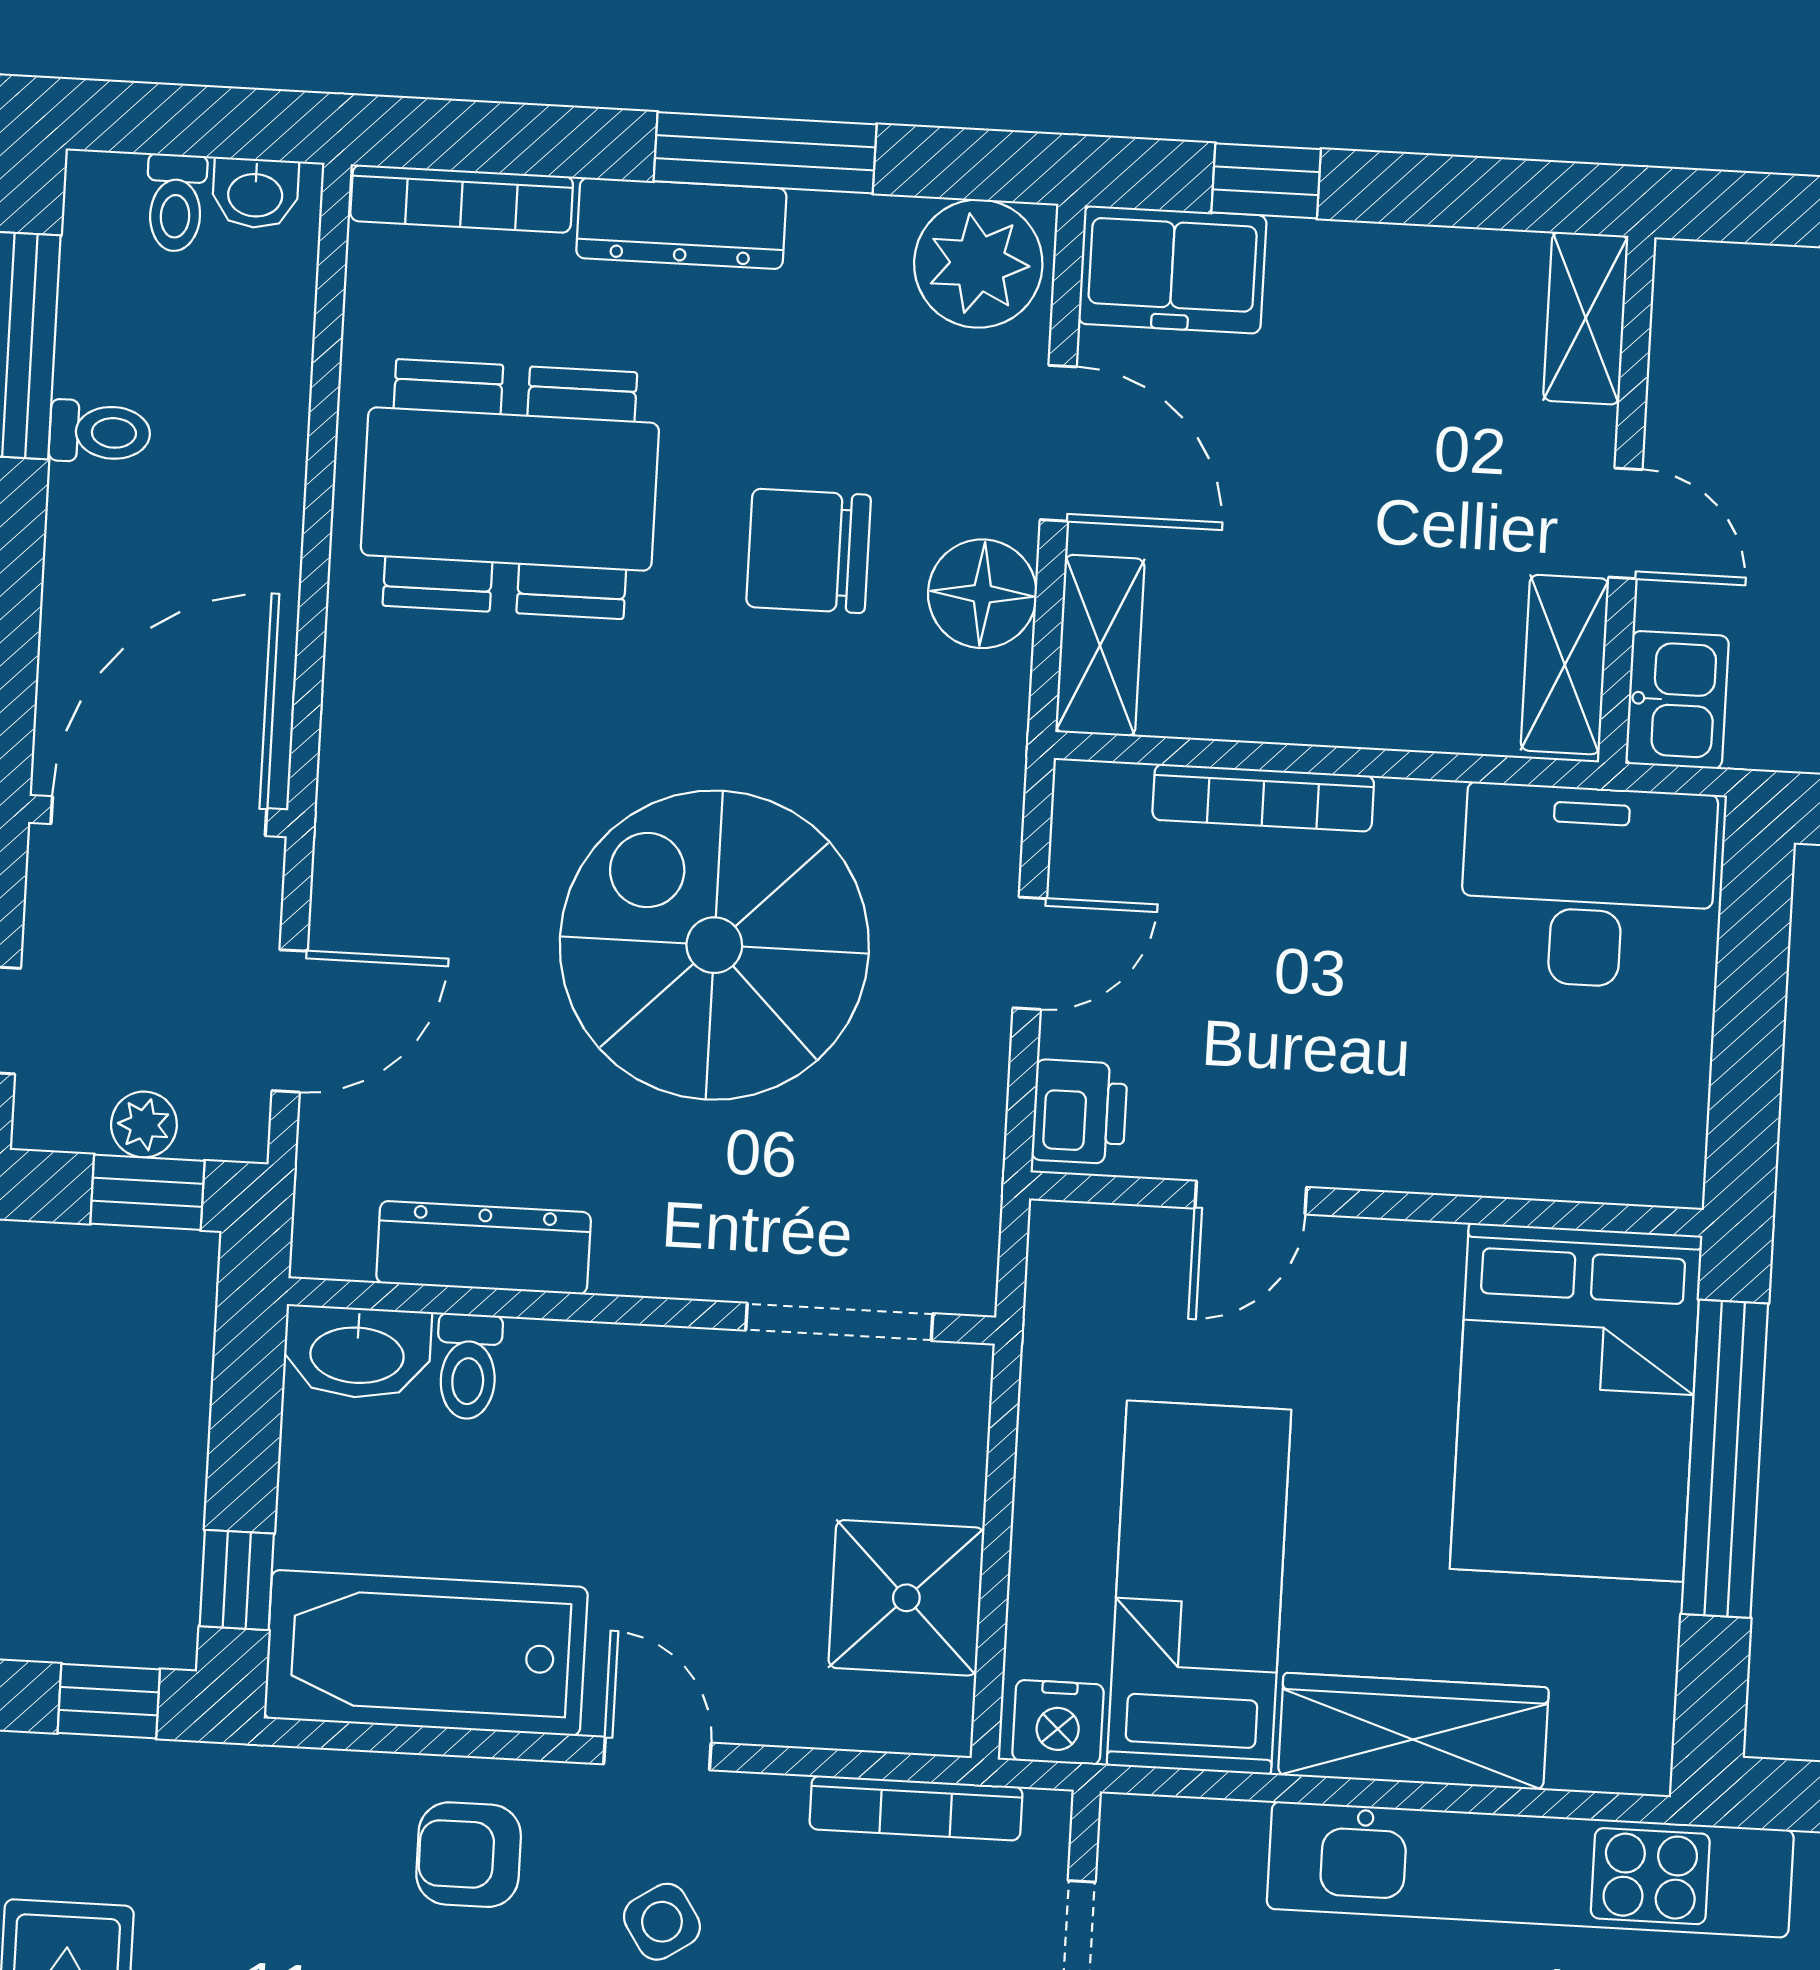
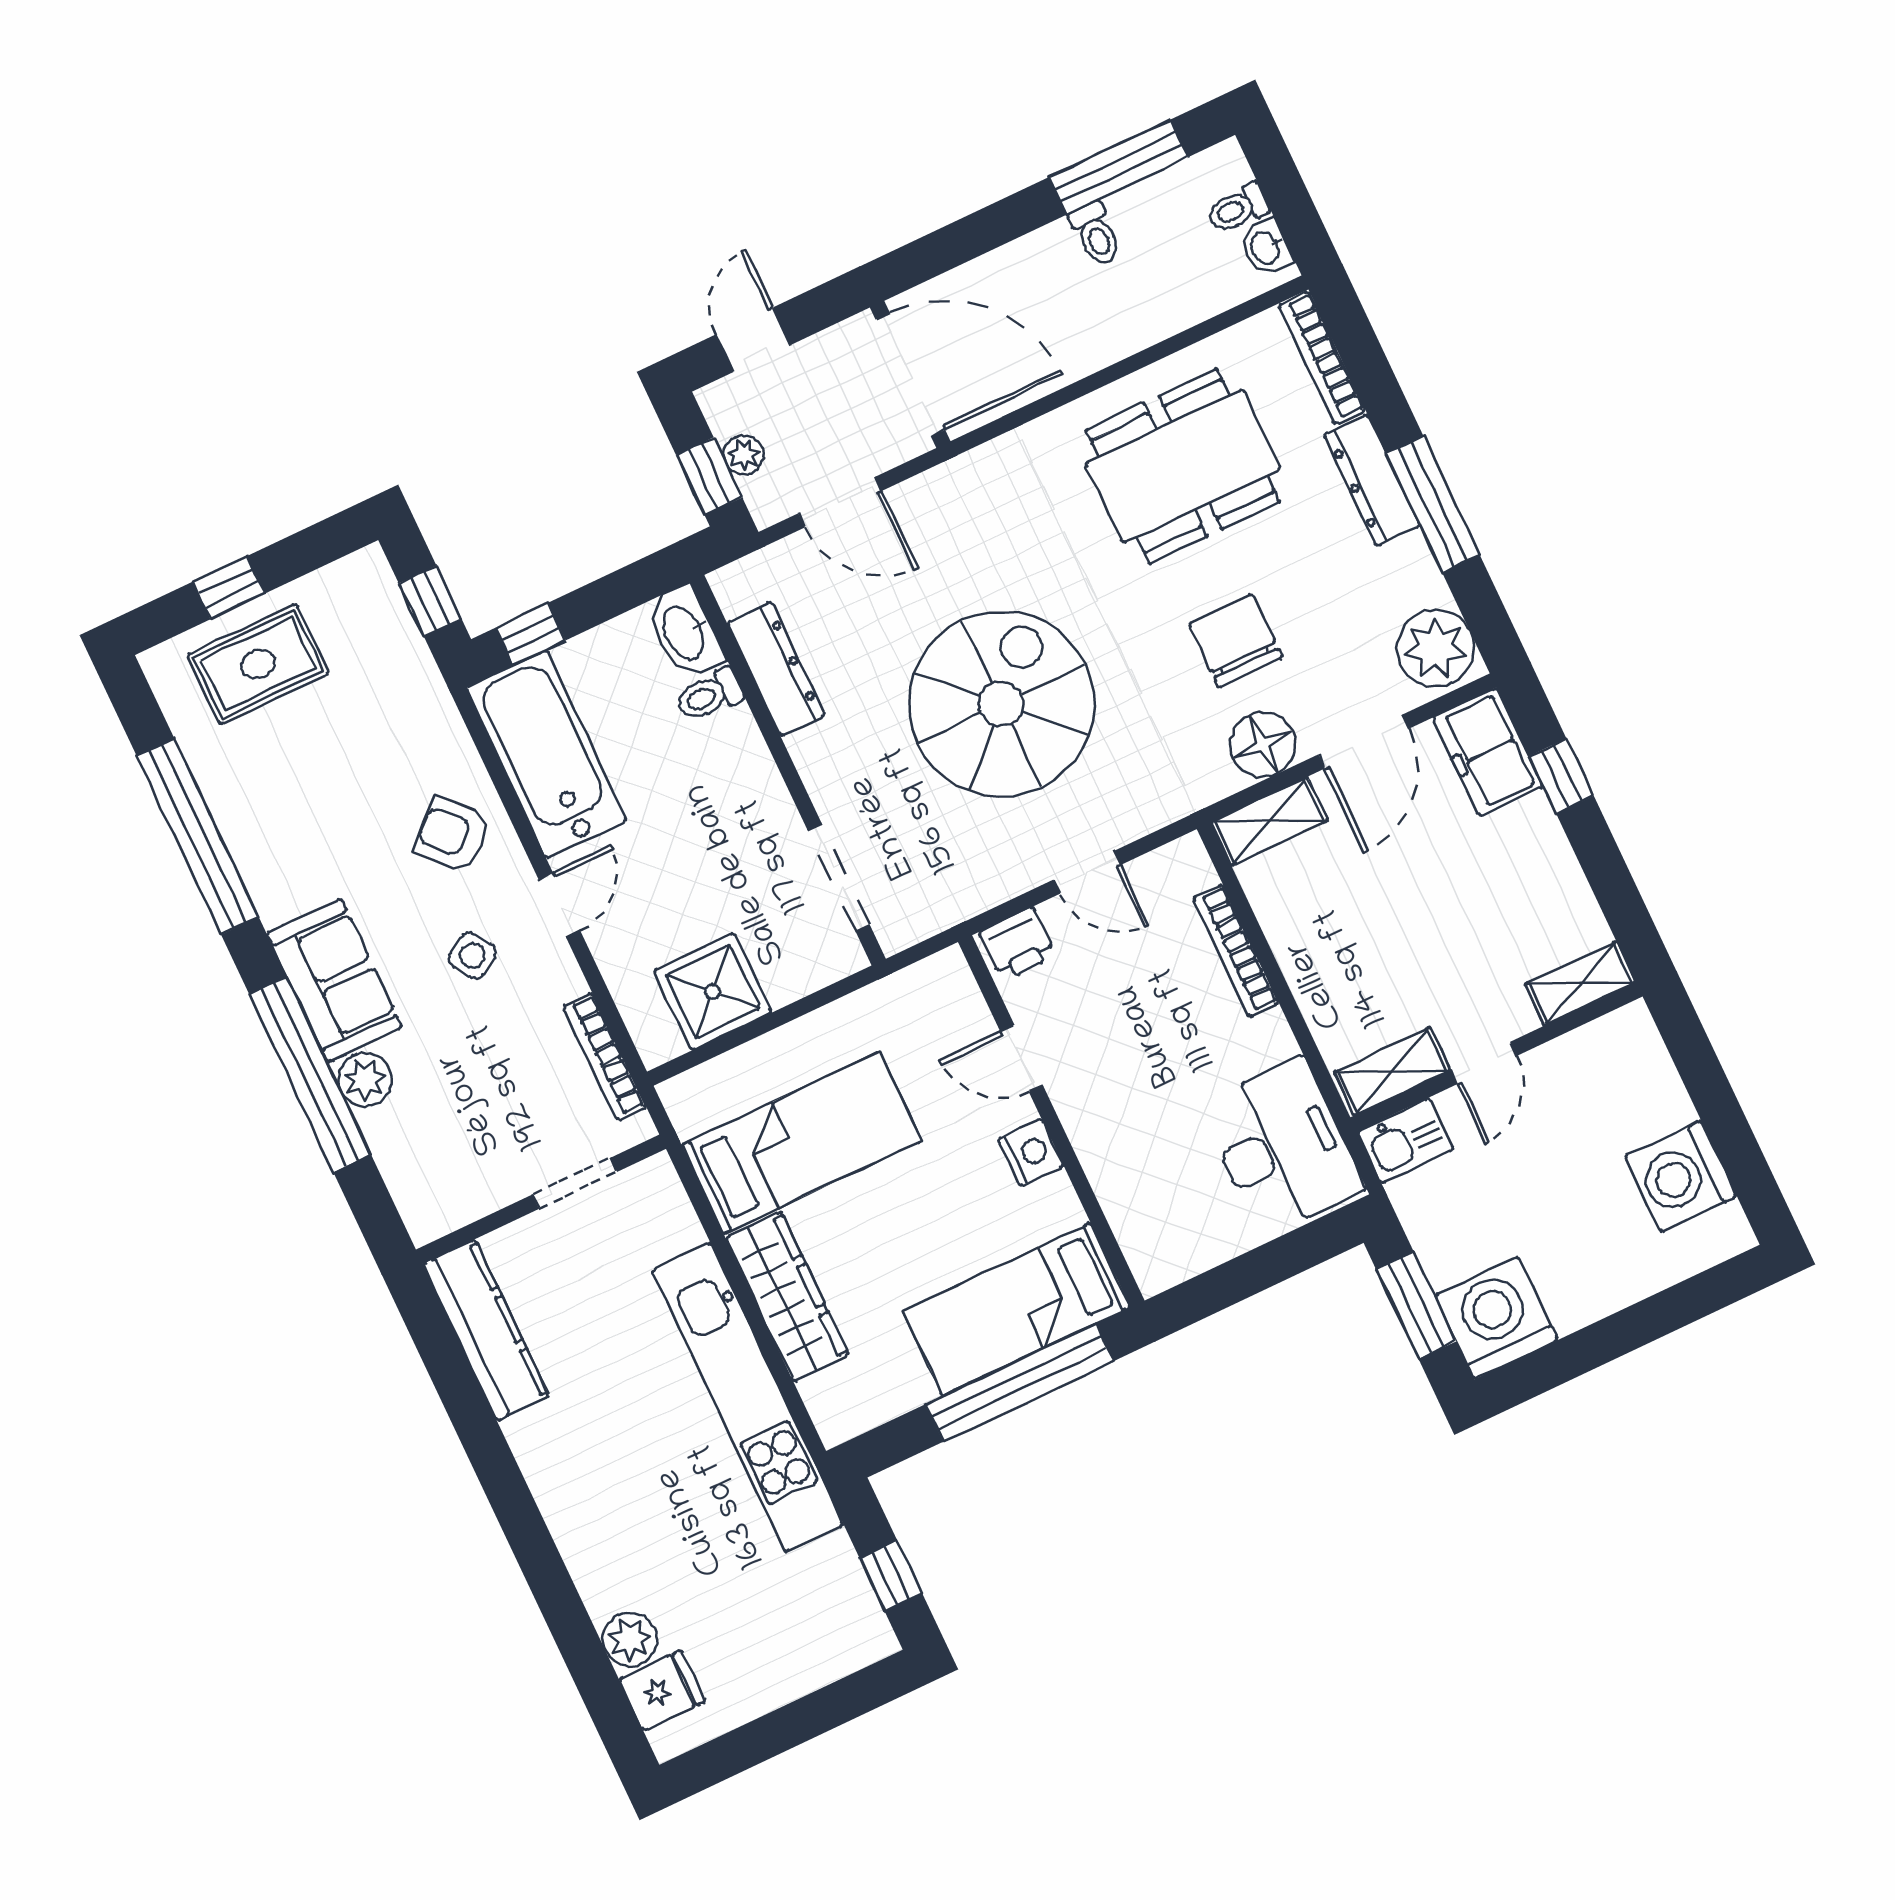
dining table: (510, 489) -> (1183, 466), turned 90
bed: (1576, 1402) -> (1017, 1309), width x0.67
nightstand: (1058, 1722) -> (1031, 1153), moved, turned 180
armchair: (469, 1855) -> (452, 835), turned -44

